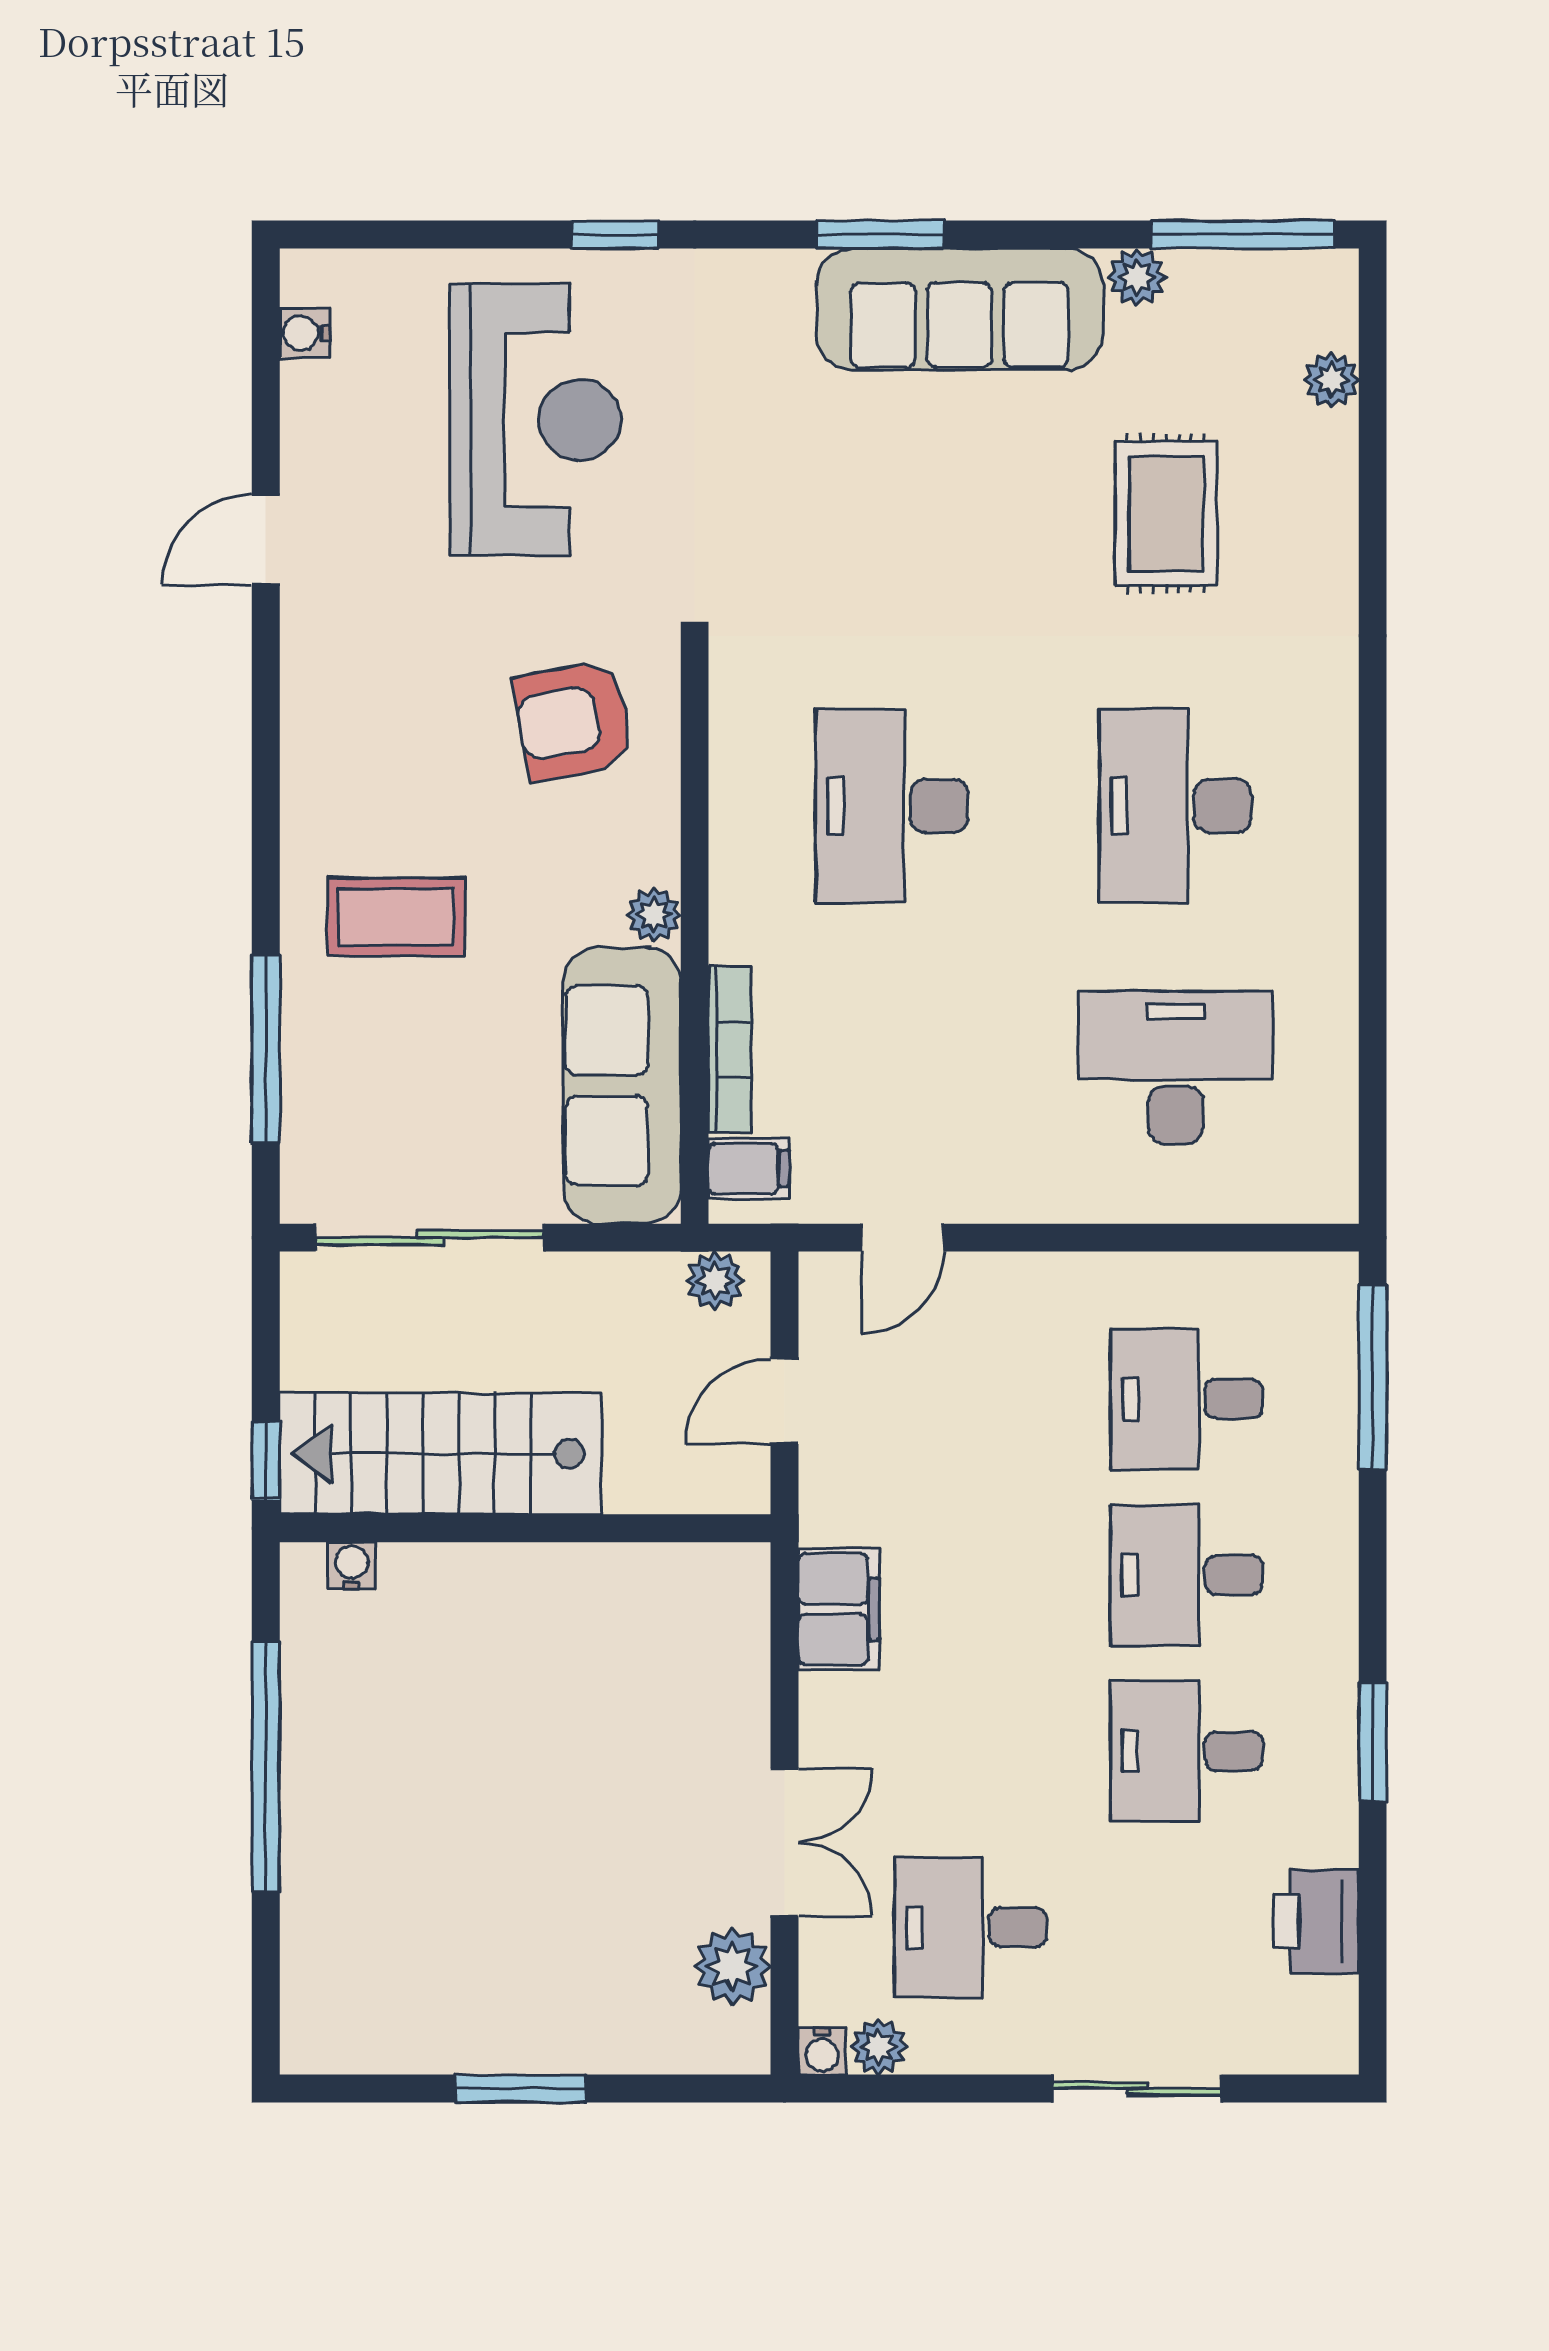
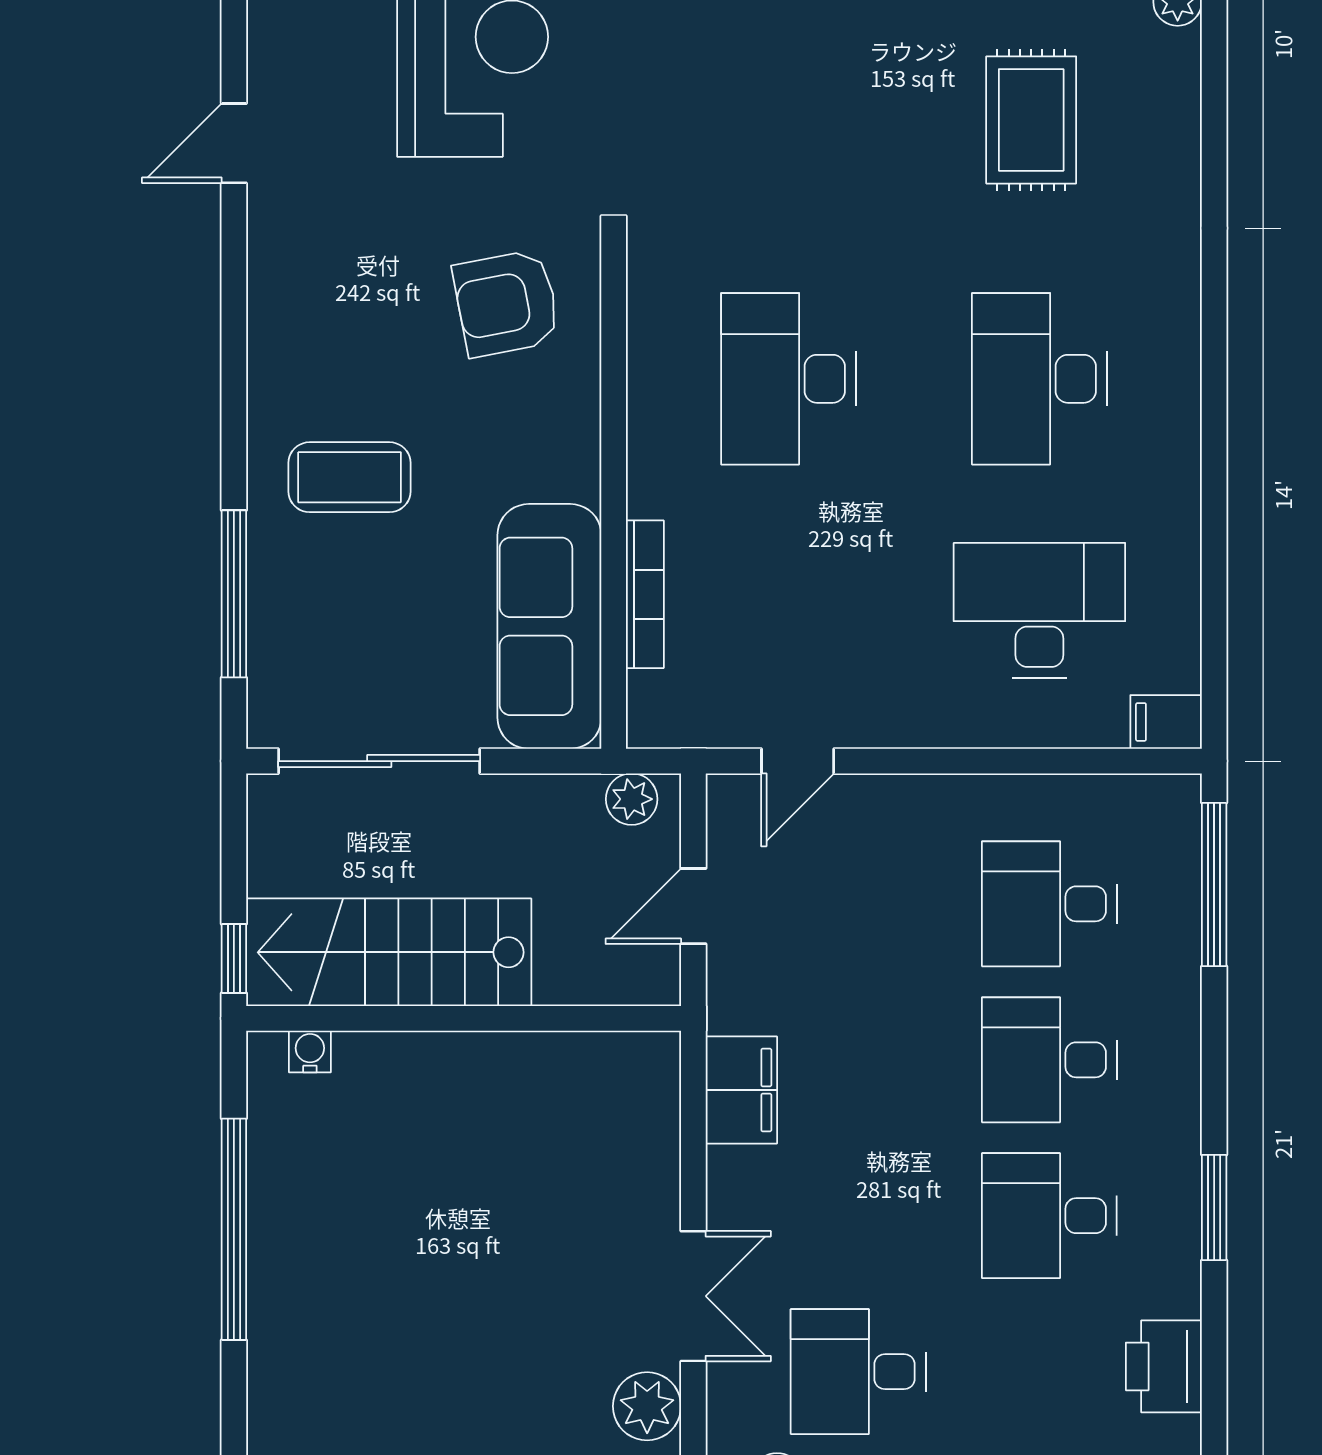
plant: (654, 915) -> (578, 475), removed
filing cabinet: (749, 1168) -> (1166, 722), moved, turned 180

